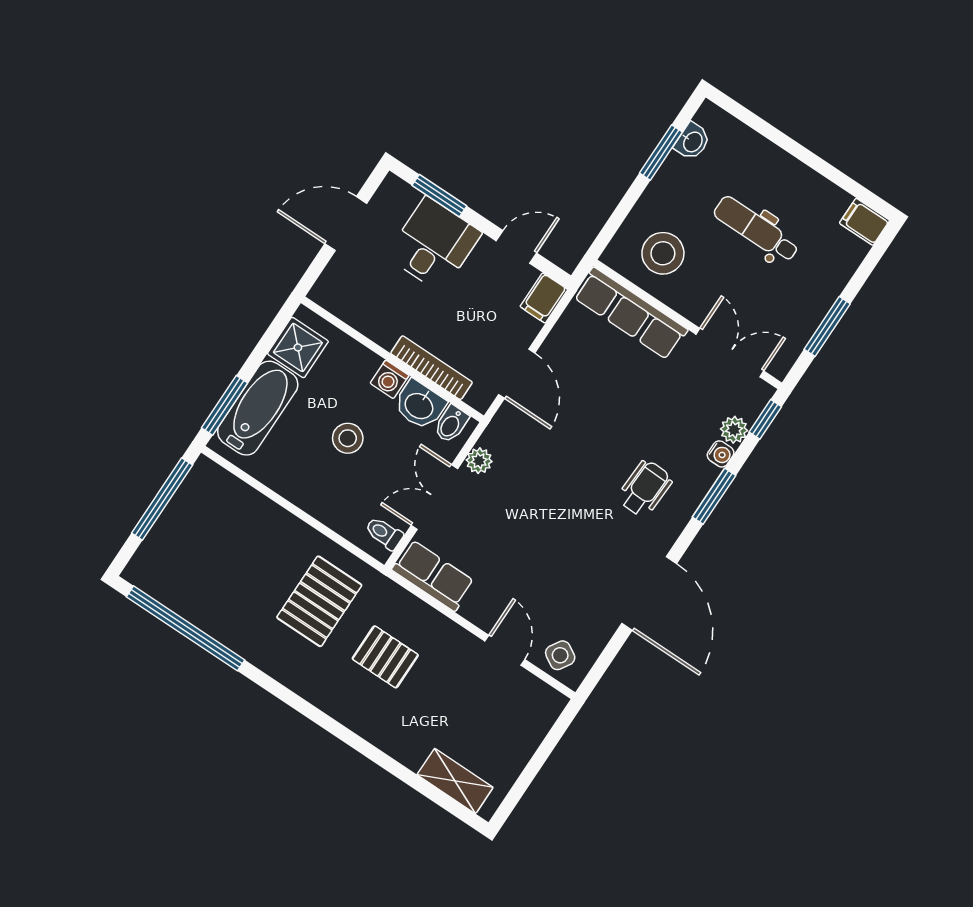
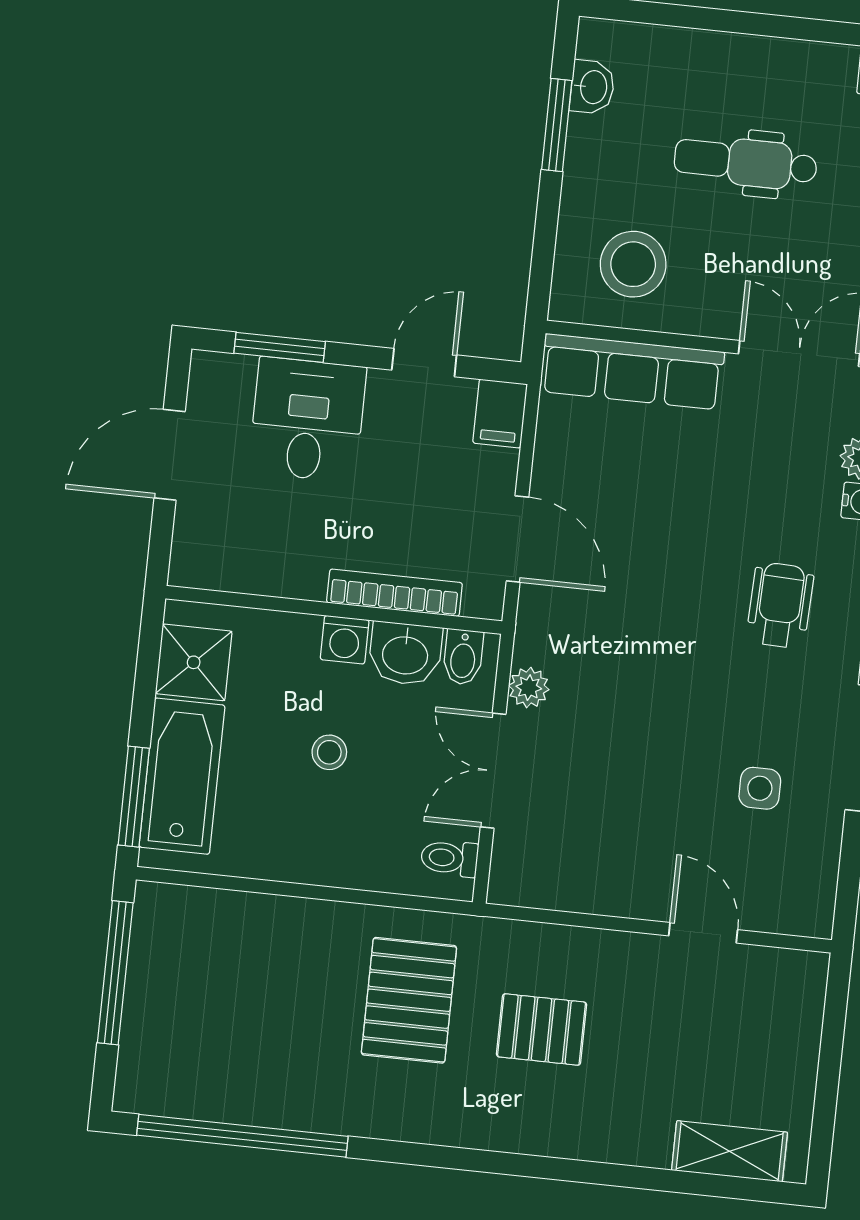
stool: (348, 438) -> (329, 752), width x0.73, depth x0.73
row of seats: (433, 576) -> (549, 881), removed
side table: (560, 655) -> (760, 788), moved, turned -31

